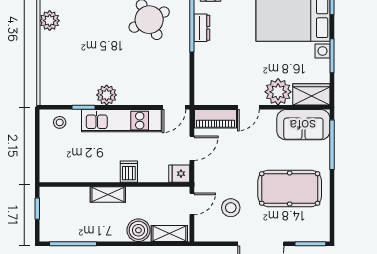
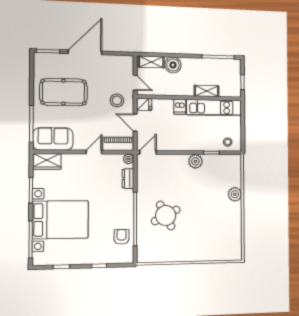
plant: (50, 21) -> (235, 194), moved
dresser: (202, 28) -> (128, 179), moved
plant: (278, 92) -> (128, 159), moved, width x0.53, depth x0.53
kitchen unit: (121, 121) -> (214, 108), moved, turned 180
door: (192, 148) -> (135, 123), hinge flipped
shelving: (108, 195) -> (207, 91), moved
door: (192, 204) -> (135, 83), swing flipped
stool: (231, 208) -> (117, 100), moved

